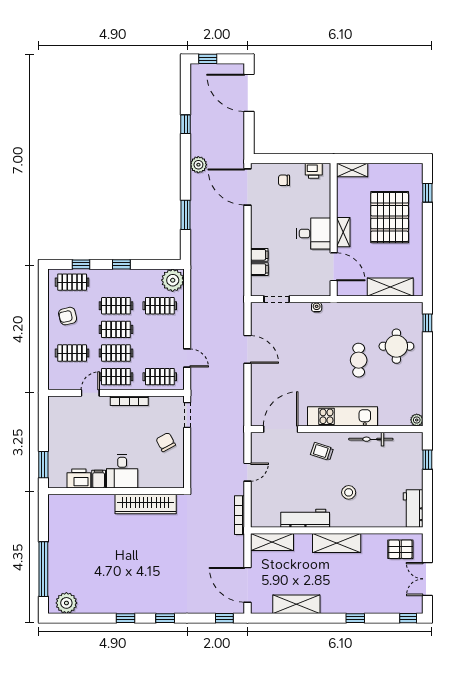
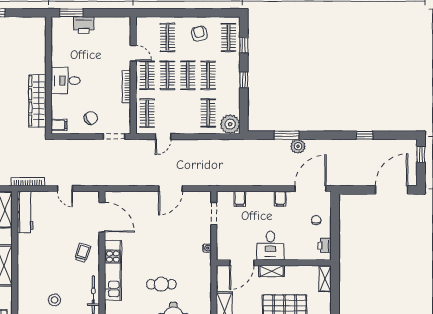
plant: (198, 165) -> (298, 146), moved
filing cabinet: (259, 255) -> (280, 199), moved
printer: (79, 478) -> (84, 25), moved, turned 90
filing cabinet: (99, 479) -> (59, 125), moved
stool: (349, 492) -> (55, 300), moved
workbench: (305, 518) -> (25, 212), moved

